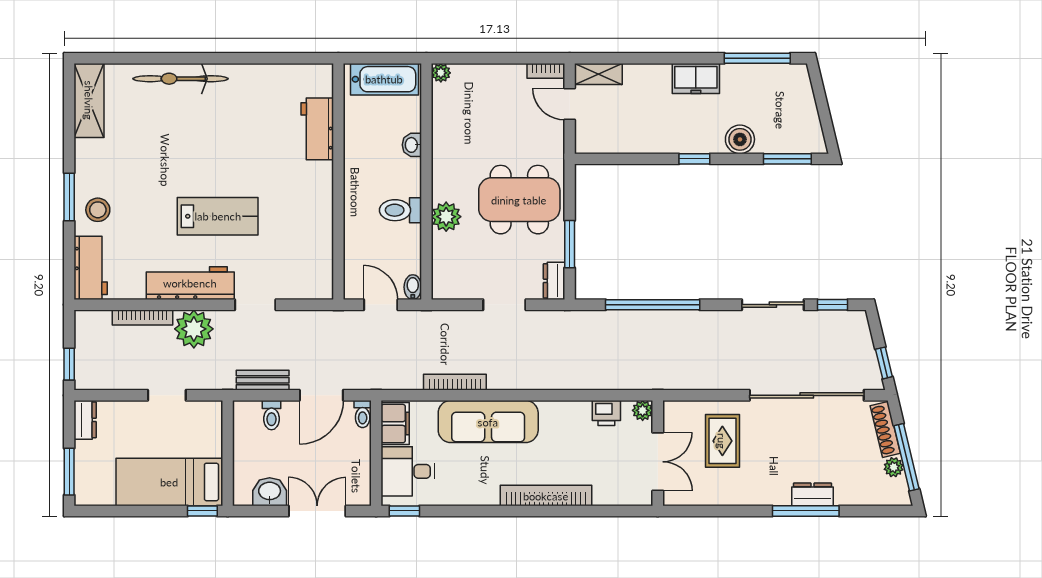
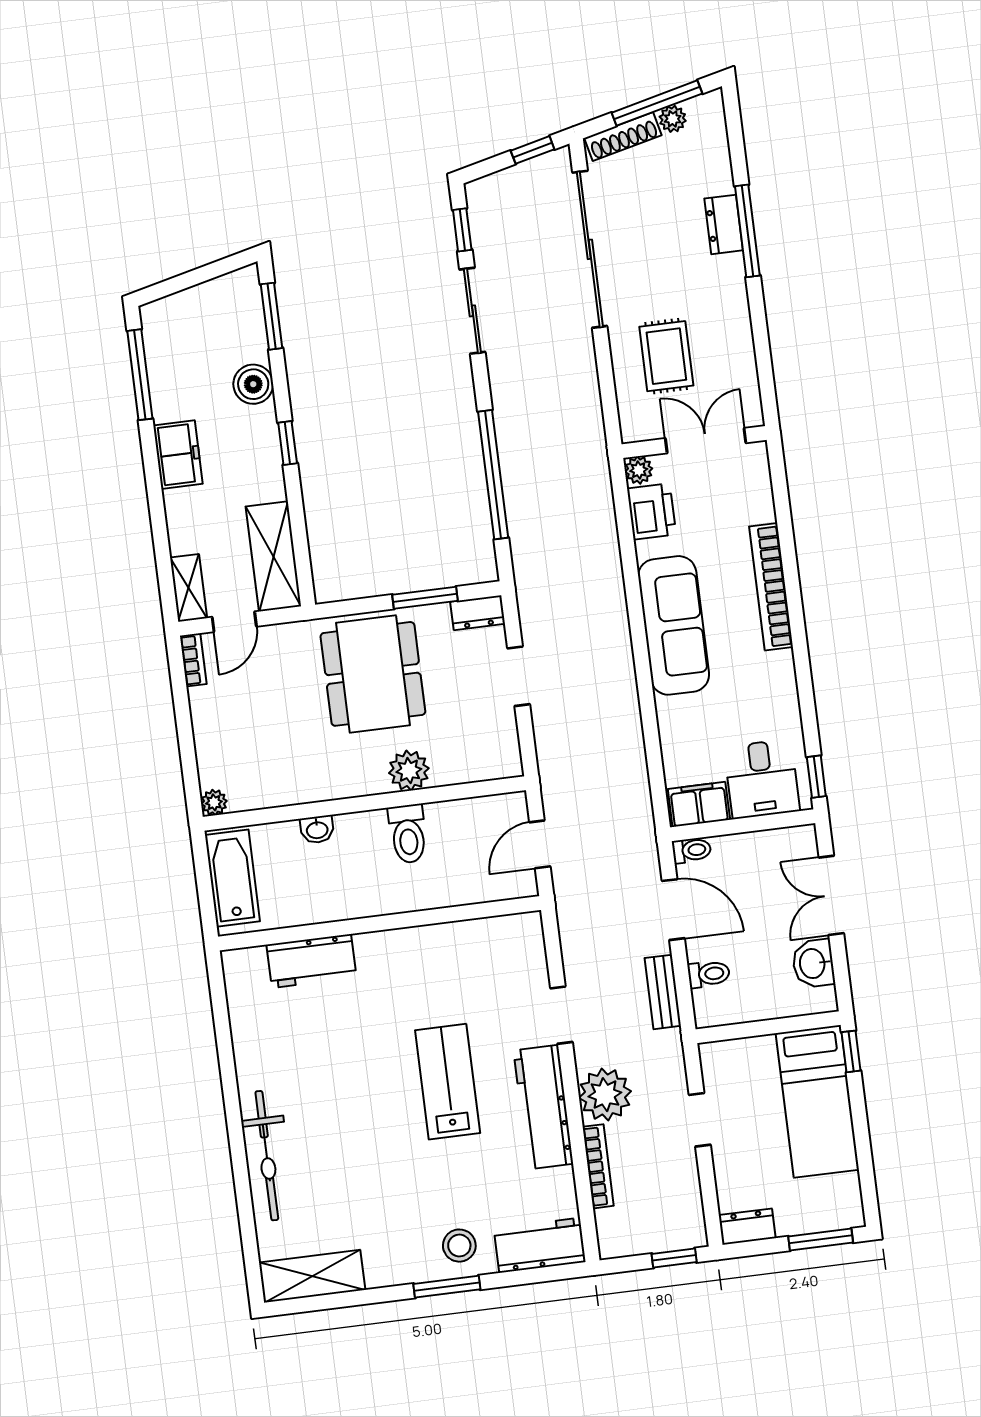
shelving: (613, 138) -> (273, 556), added
bidet: (413, 287) -> (510, 804), removed
bookcase: (455, 382) -> (633, 730), removed
printer: (606, 413) -> (652, 511), width x1.36, depth x1.24
sofa: (488, 422) -> (674, 625), moved
rug: (722, 441) -> (666, 356), turned 90

